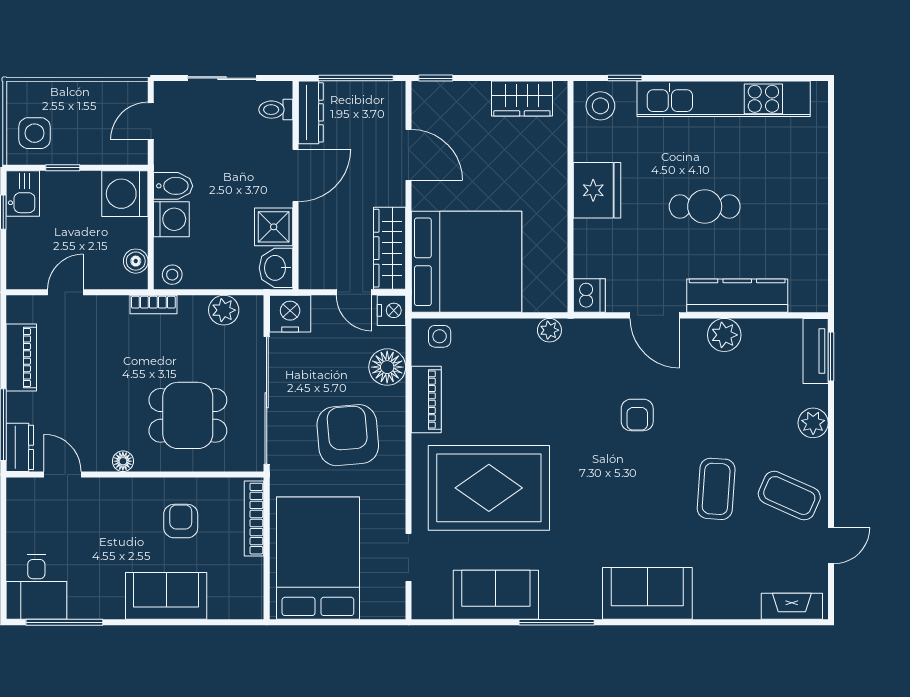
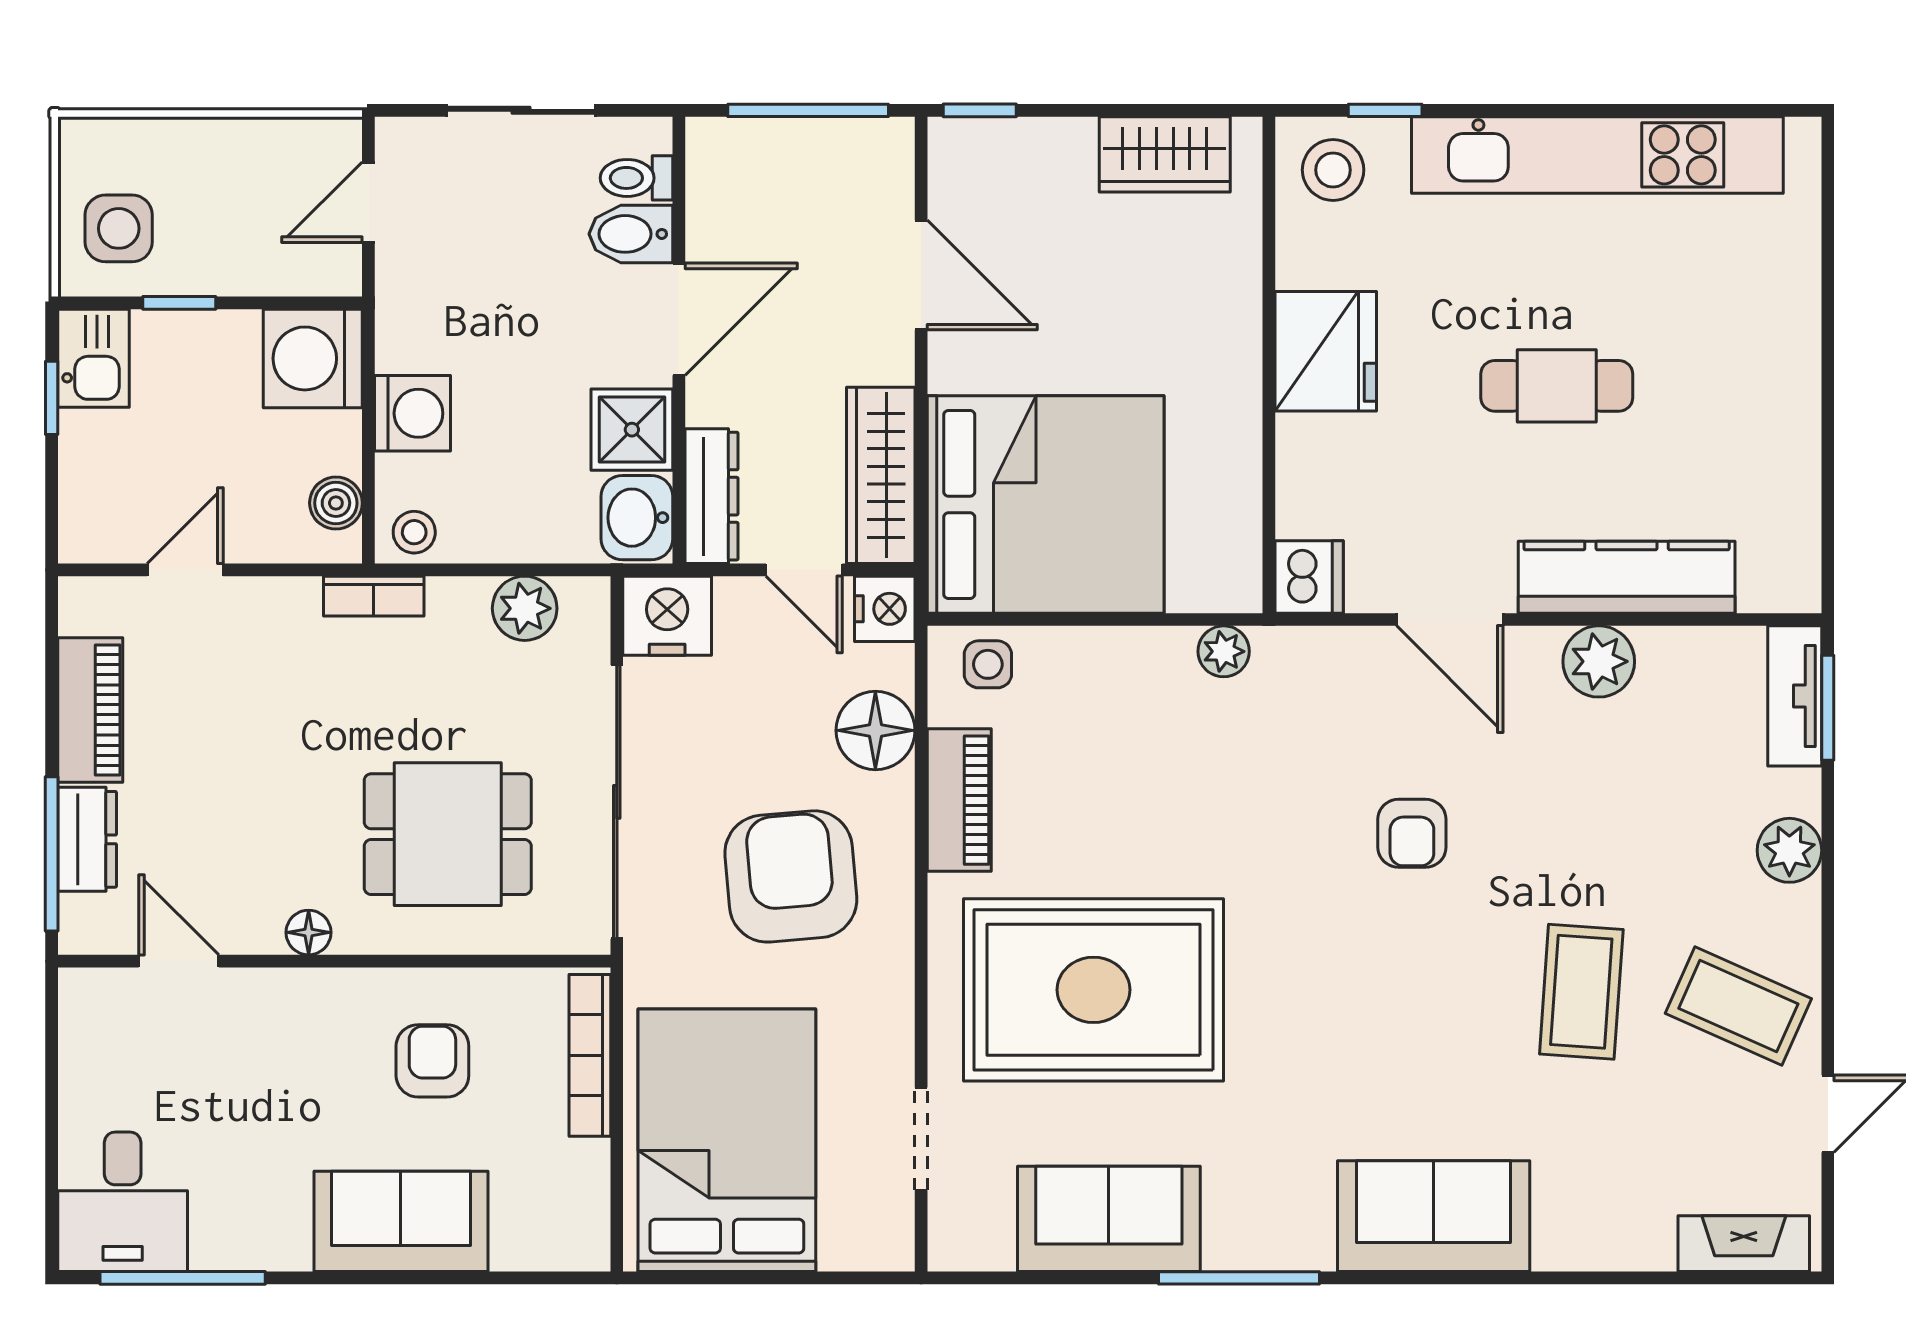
dresser: (311, 112) -> (712, 496), moved
bidet: (173, 186) -> (631, 234), moved, turned 180
dresser: (20, 447) -> (87, 839), moved

